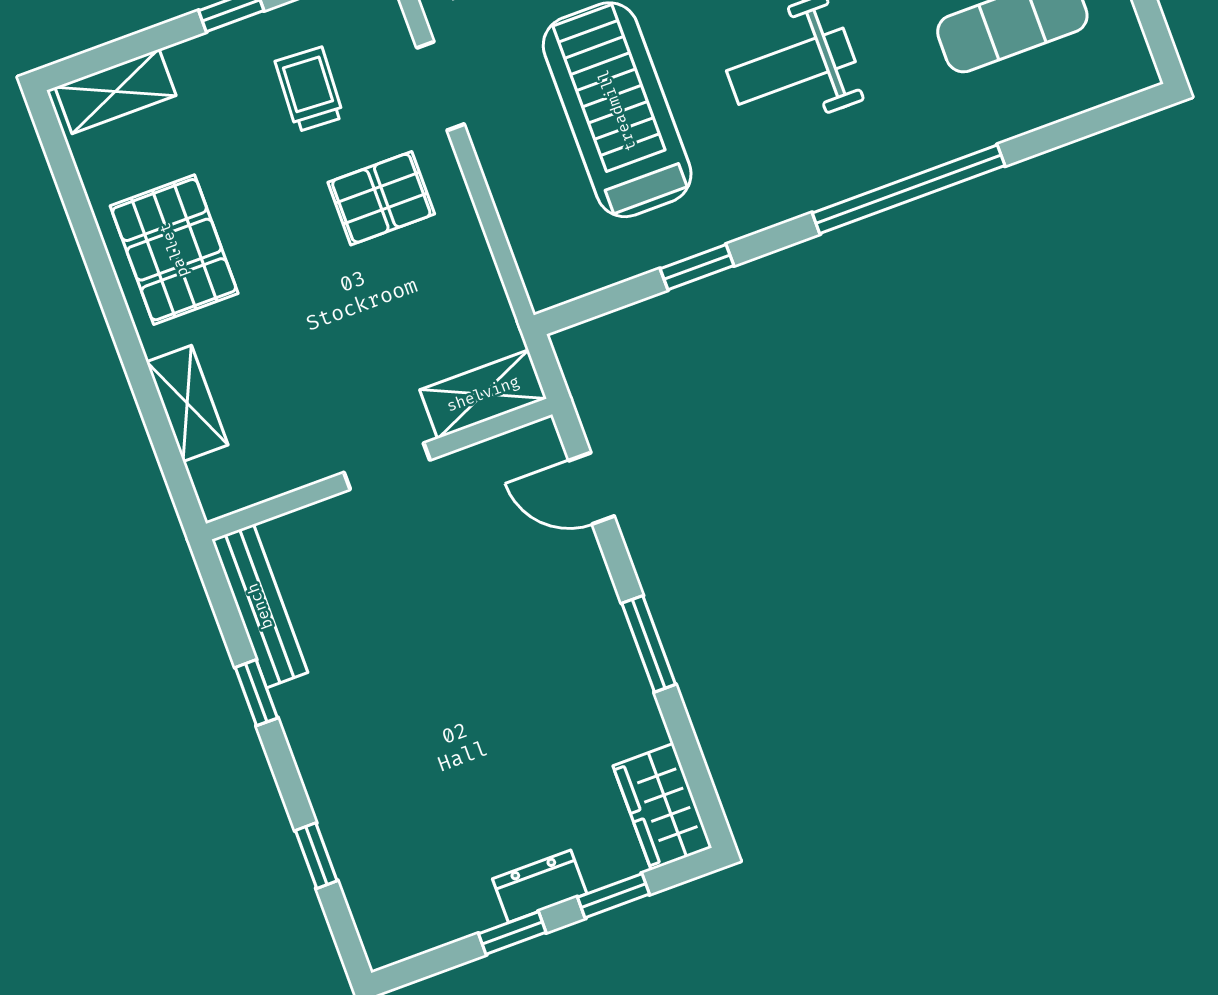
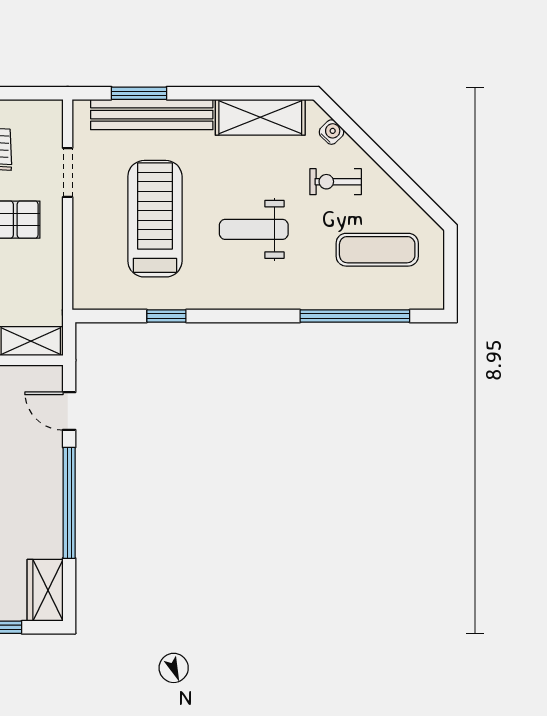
window: (909, 189) -> (355, 316), moved
window: (649, 644) -> (69, 503), width x2.11

